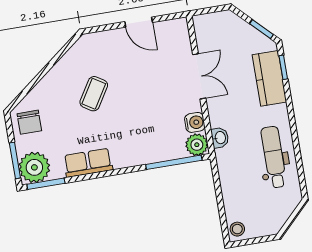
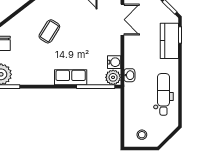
double door: (199, 76) -> (122, 20), moved
row of seats: (88, 163) -> (71, 77), moved
stool: (237, 229) -> (142, 135), moved

